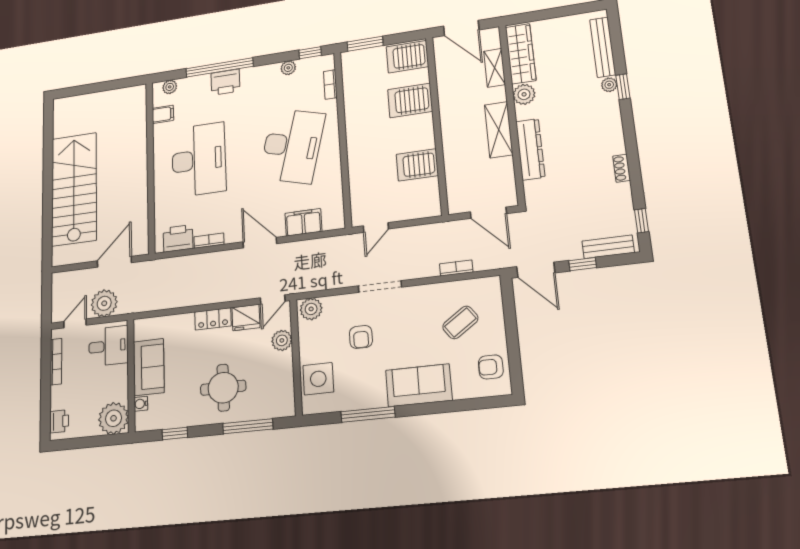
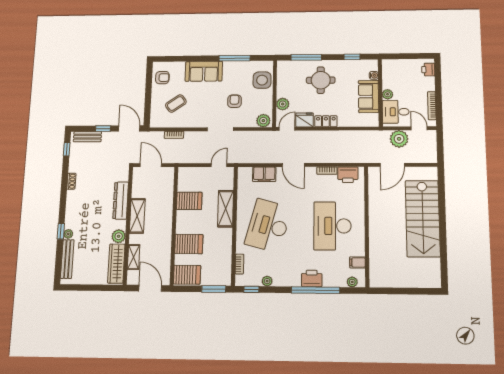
shelving: (359, 161) -> (226, 209), added
door: (75, 323) -> (419, 128), swing flipped
plant: (114, 418) -> (388, 94), moved, width x0.53, depth x0.53

